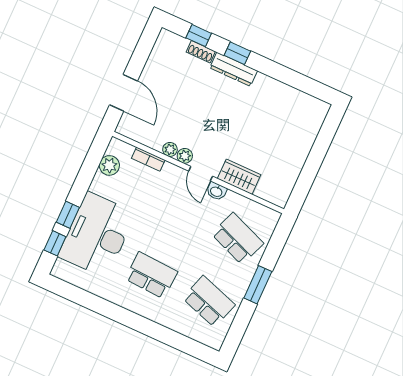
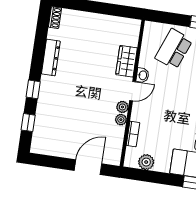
shoe rack: (201, 52) -> (55, 18), moved
dresser: (234, 69) -> (51, 58), moved

